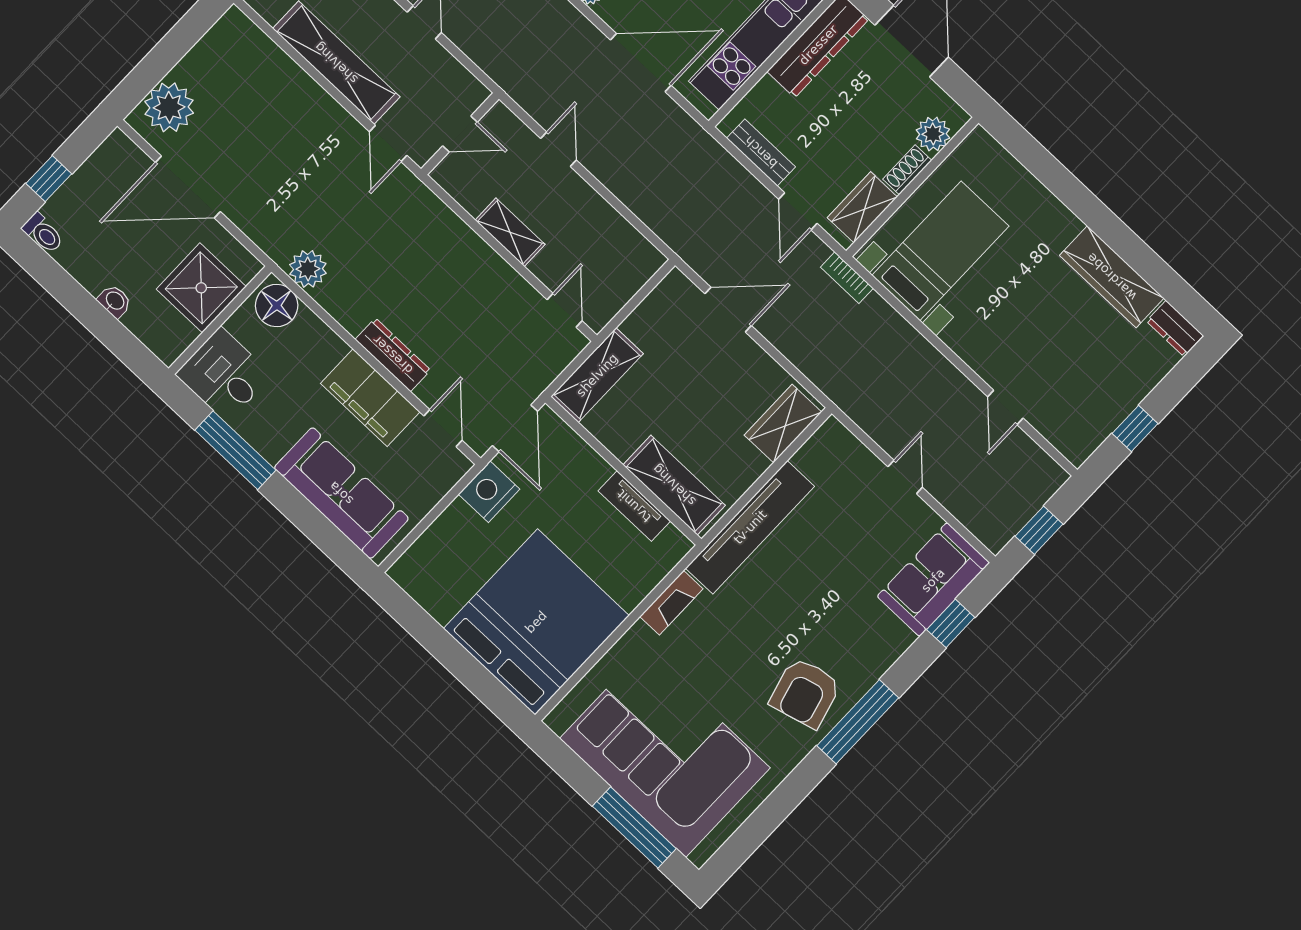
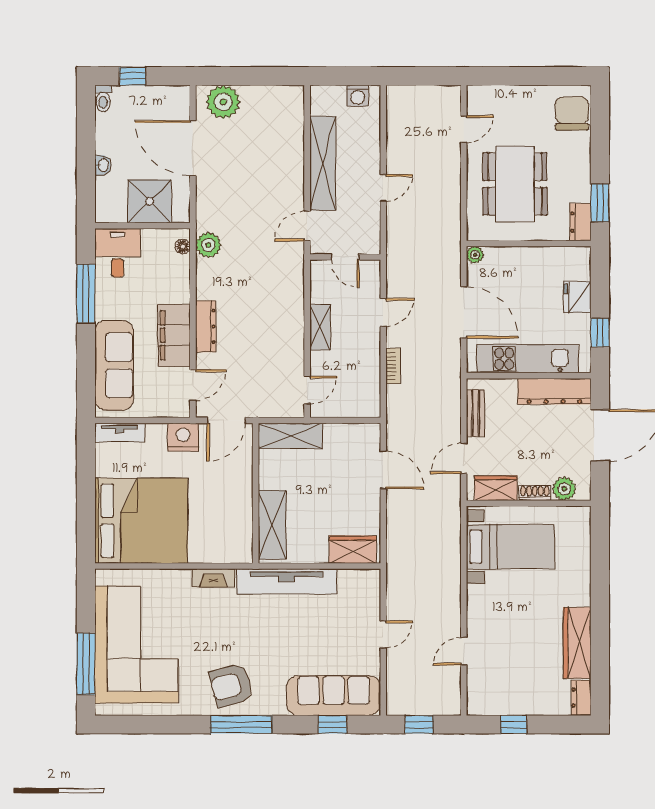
bookcase: (847, 278) -> (393, 366), moved, turned 180
floor lamp: (277, 305) -> (183, 247), width x0.53, depth x0.53
tv unit: (634, 506) -> (120, 433), moved, turned -90
sofa: (933, 580) -> (334, 696), width x1.36

